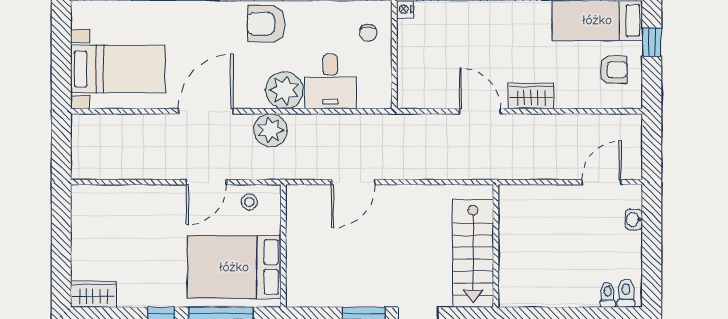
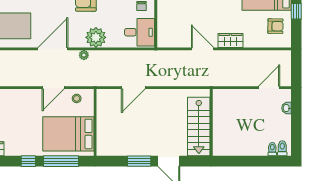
desk: (330, 82) -> (140, 32), moved, turned -90
plant: (270, 130) -> (84, 55), width x0.53, depth x0.53

